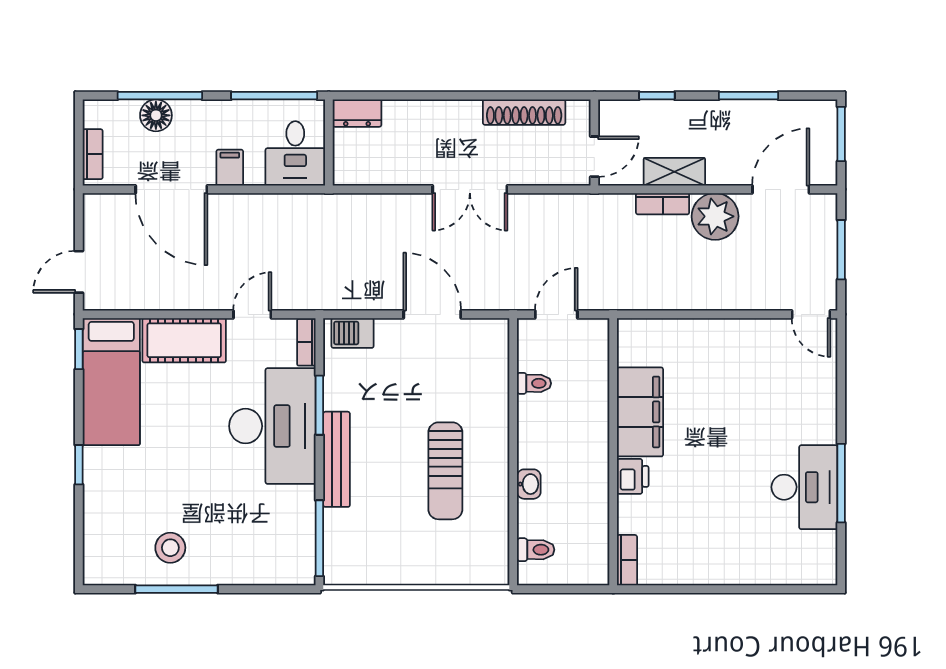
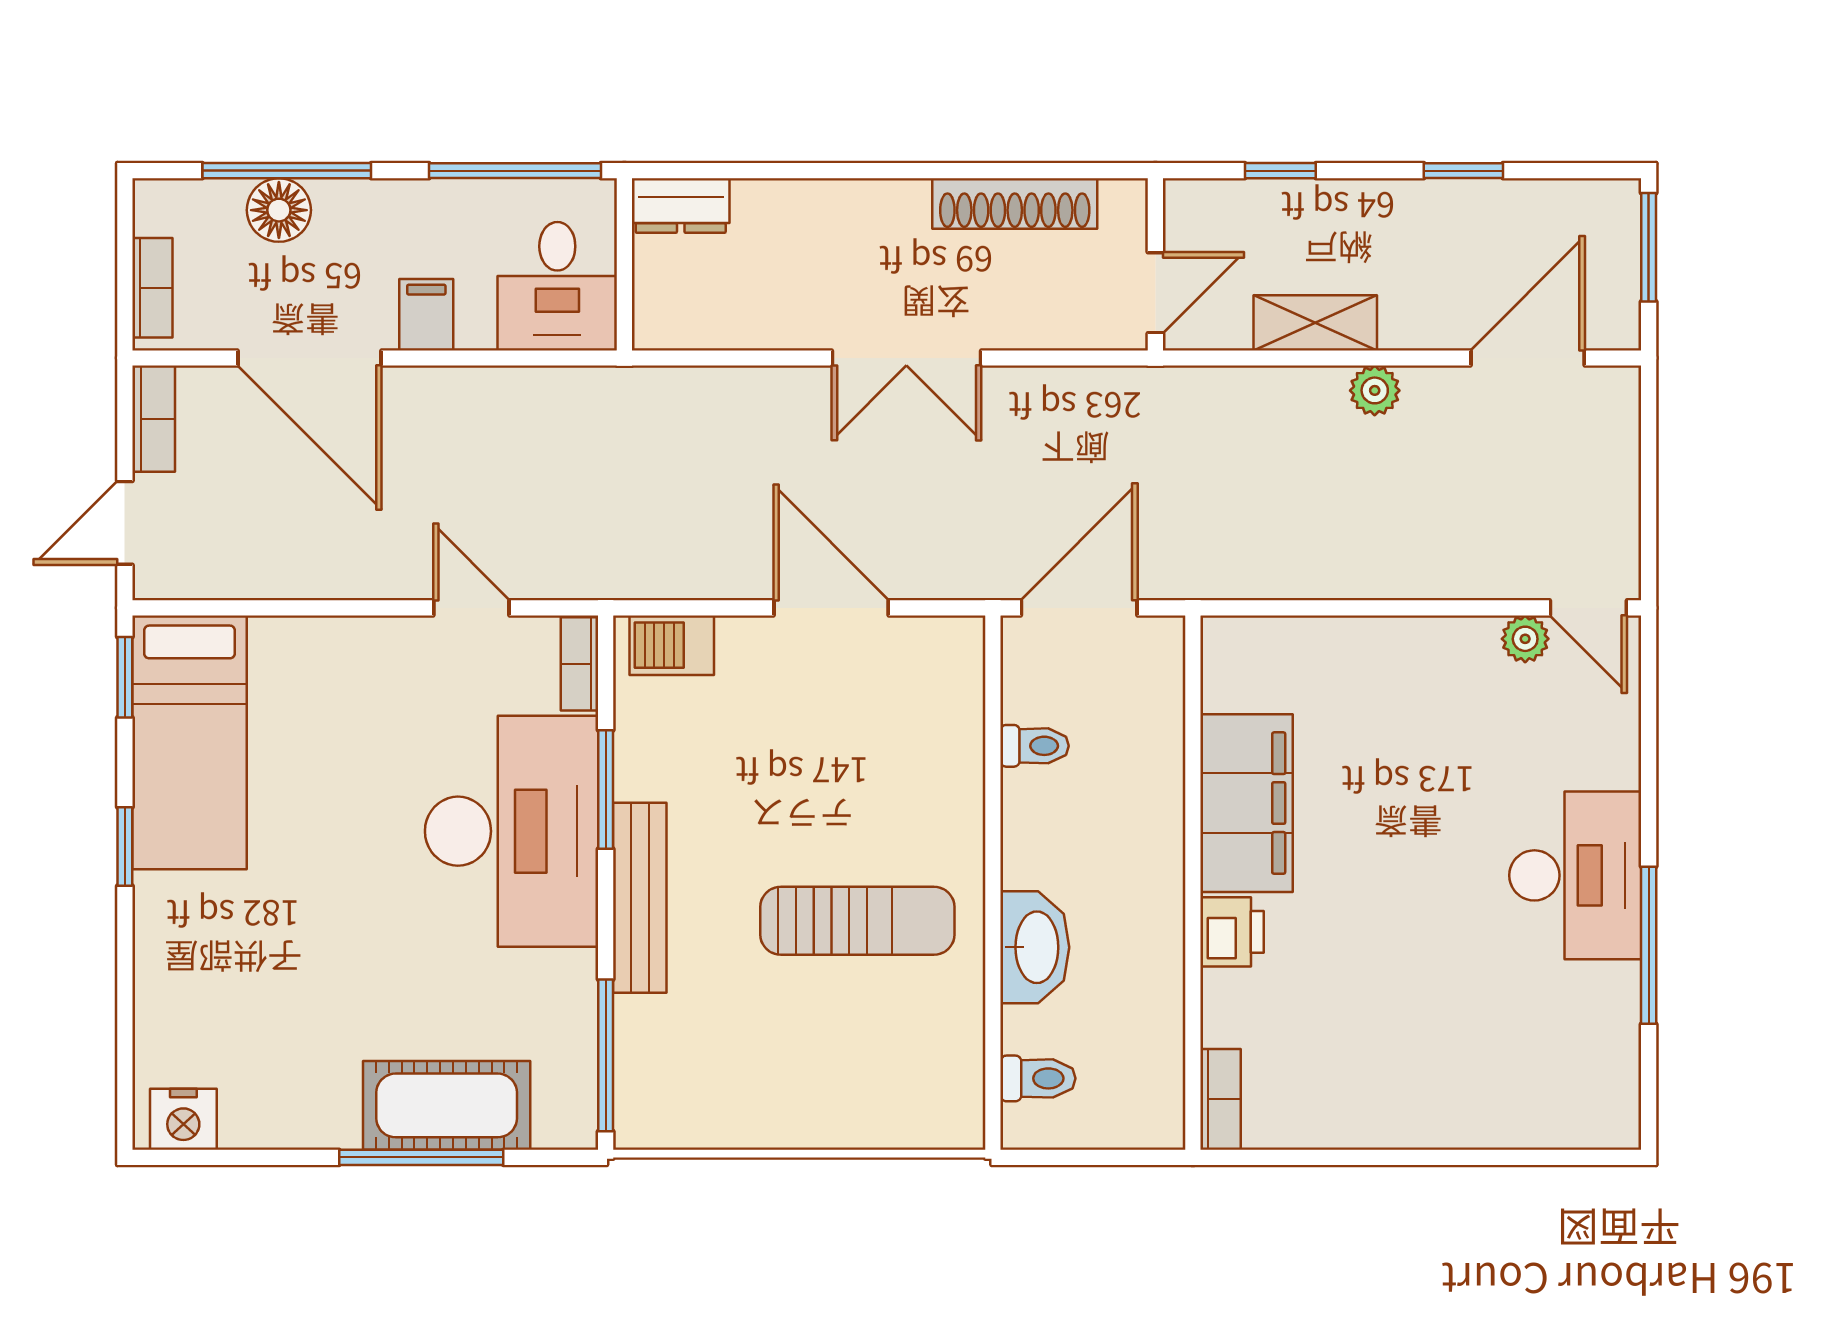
window: (748, 96) -> (1463, 171), width x0.67
bookcase: (663, 204) -> (154, 419), moved, turned -90
plant: (715, 216) -> (1375, 390), width x0.53, depth x0.53
window: (841, 250) -> (1649, 479), removed
door: (252, 314) -> (471, 608), hinge flipped
door: (556, 314) -> (1079, 608), width x1.38
plant: (779, 330) -> (1525, 639), added
cot: (184, 340) -> (447, 1105), moved
window: (79, 465) -> (125, 847), moved
sun lounger: (445, 471) -> (857, 921), turned -90
washbasin: (529, 484) -> (1035, 947), width x1.91, depth x1.45
desk: (804, 487) -> (1575, 875), moved
stool: (170, 548) -> (308, 1074), removed
nightstand: (108, 570) -> (183, 1119), added
window: (177, 589) -> (421, 1157), moved

